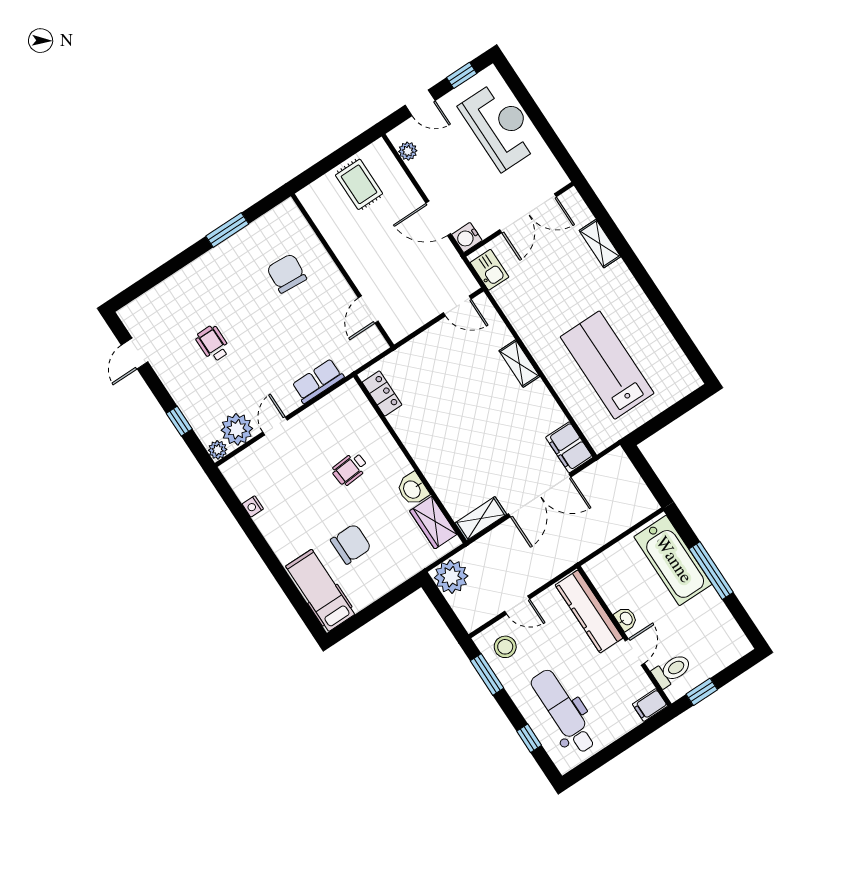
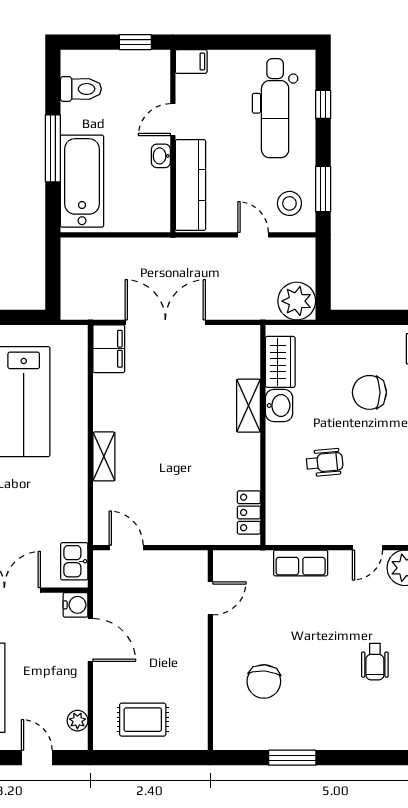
rug: (359, 184) -> (143, 720), turned 90
shelving: (481, 519) -> (249, 406), moved, turned 90
toilet: (672, 670) -> (81, 89), moved, turned 180

